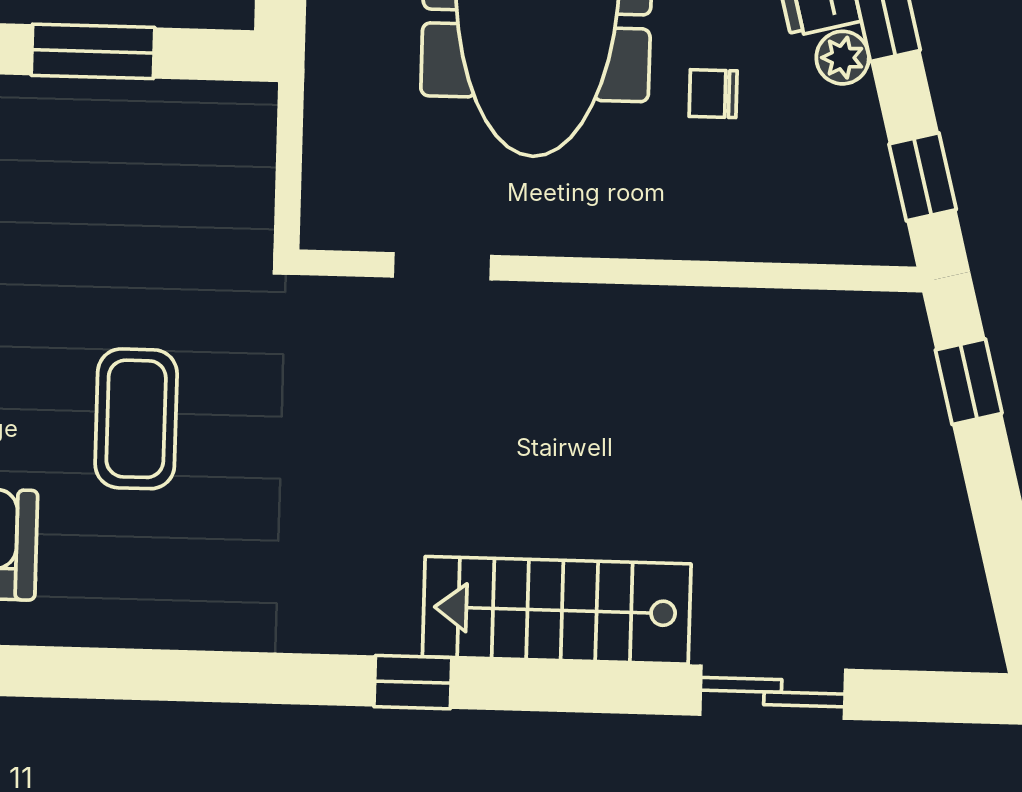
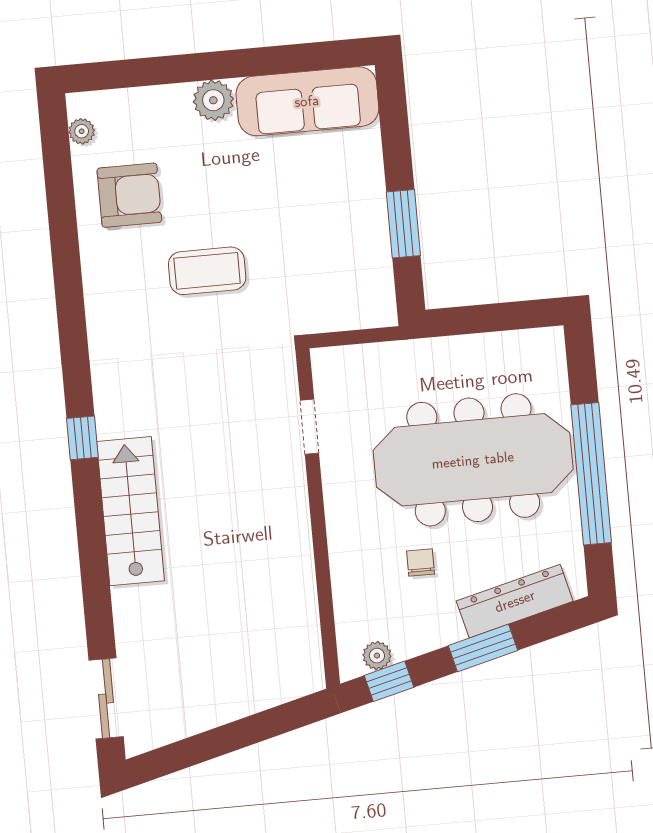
plant: (843, 58) -> (377, 656), moved
window: (969, 382) -> (281, 720), removed
sliding door: (773, 692) -> (106, 699), moved

